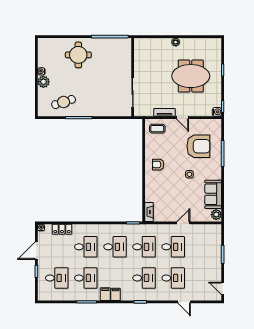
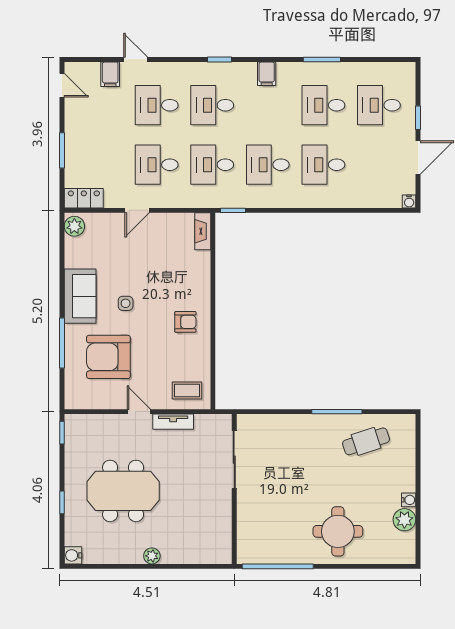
plant: (43, 82) -> (404, 520), moved
water cooler: (217, 112) -> (73, 555), moved
sofa: (213, 194) -> (80, 296), moved
locker: (62, 229) -> (84, 198), moved
filing cabinet: (105, 294) -> (110, 74), moved

